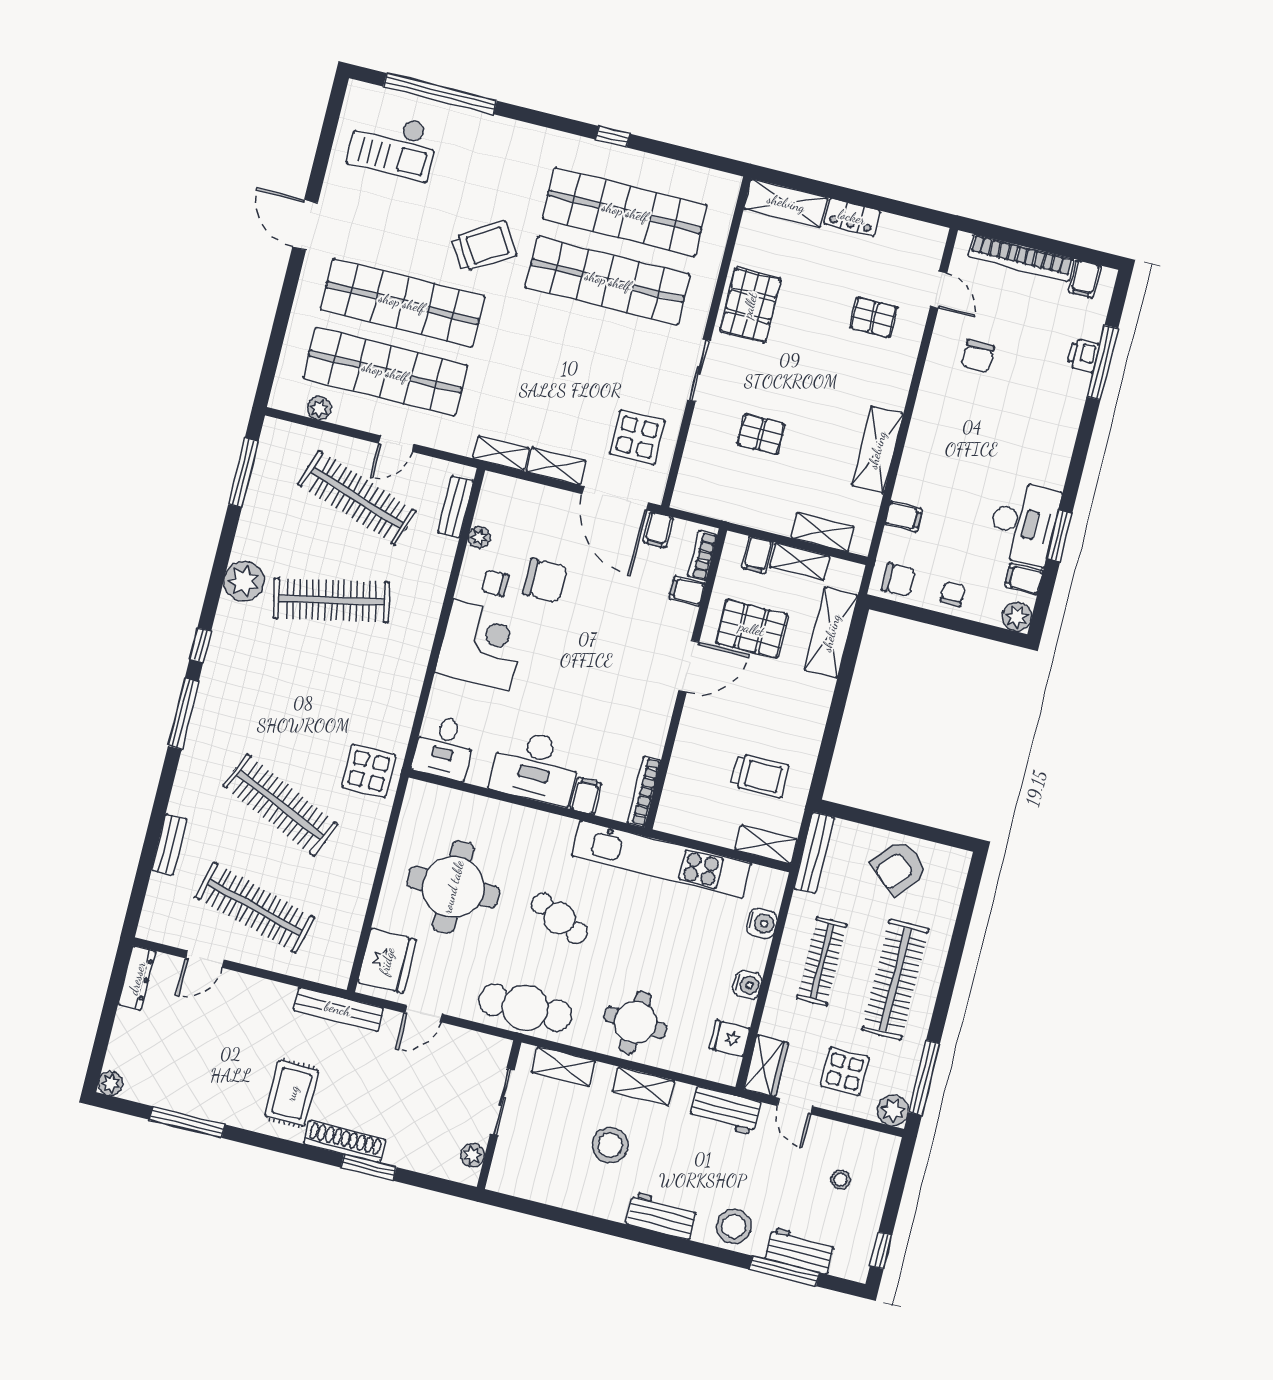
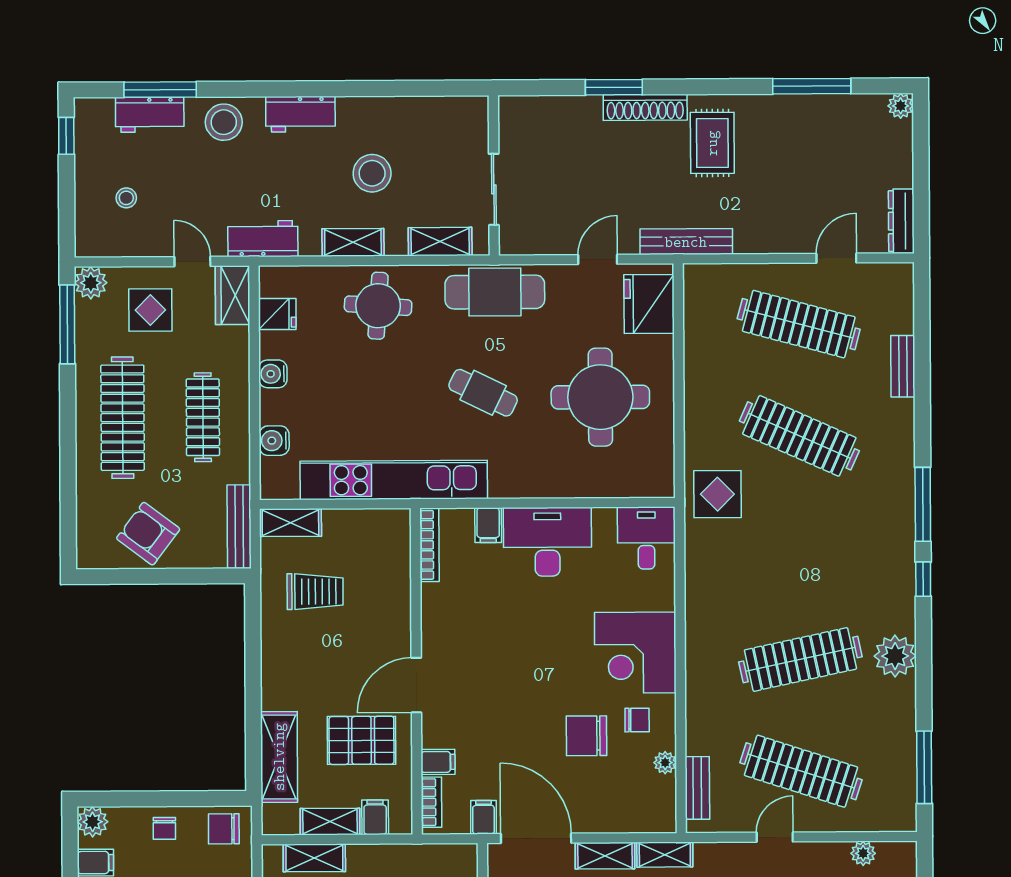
trolley: (760, 776) -> (315, 592), turned 180
armchair: (899, 867) -> (148, 534), turned -93
plant: (472, 1155) -> (511, 127), removed

